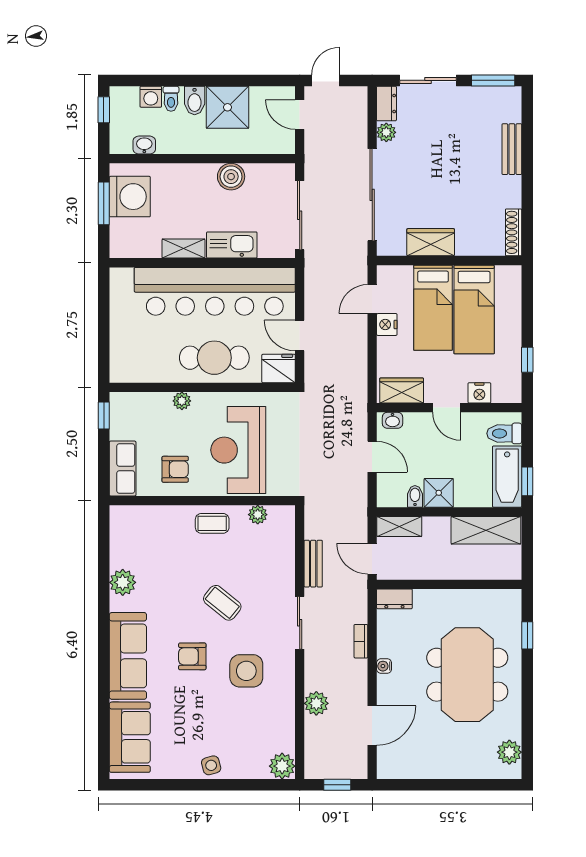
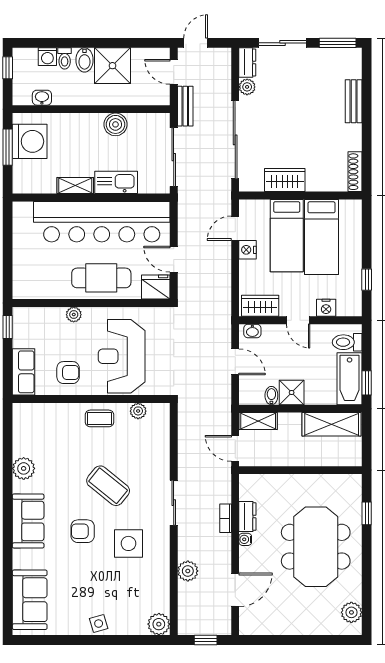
bench: (313, 564) -> (185, 106), moved
dresser: (394, 599) -> (247, 517), moved, turned -90
coffee table: (222, 603) -> (108, 486), width x1.36, depth x1.30
sofa: (128, 656) -> (28, 521), width x0.73

